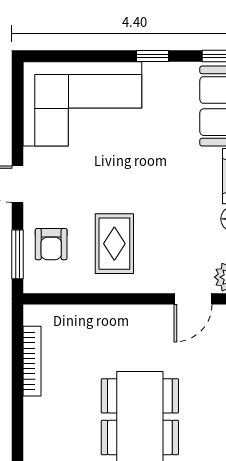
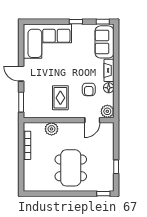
armchair: (51, 244) -> (89, 89), moved
plant: (92, 320) -> (52, 129), added

